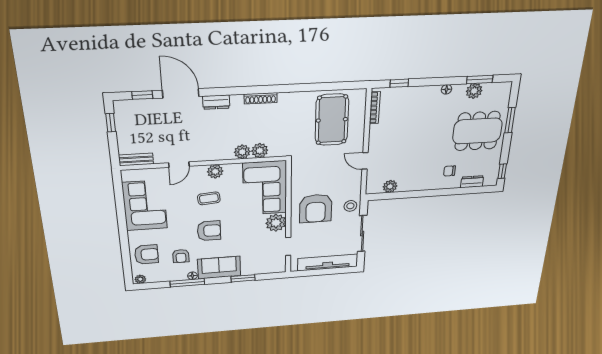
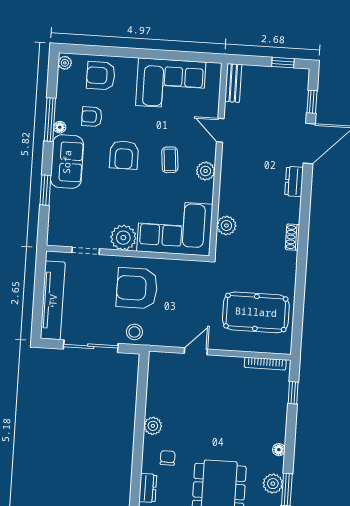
shoe rack: (261, 98) -> (292, 237), width x0.70
plant: (242, 152) -> (227, 205), removed
plant: (390, 186) -> (153, 426), moved
armchair: (146, 254) -> (101, 76), turned 90

